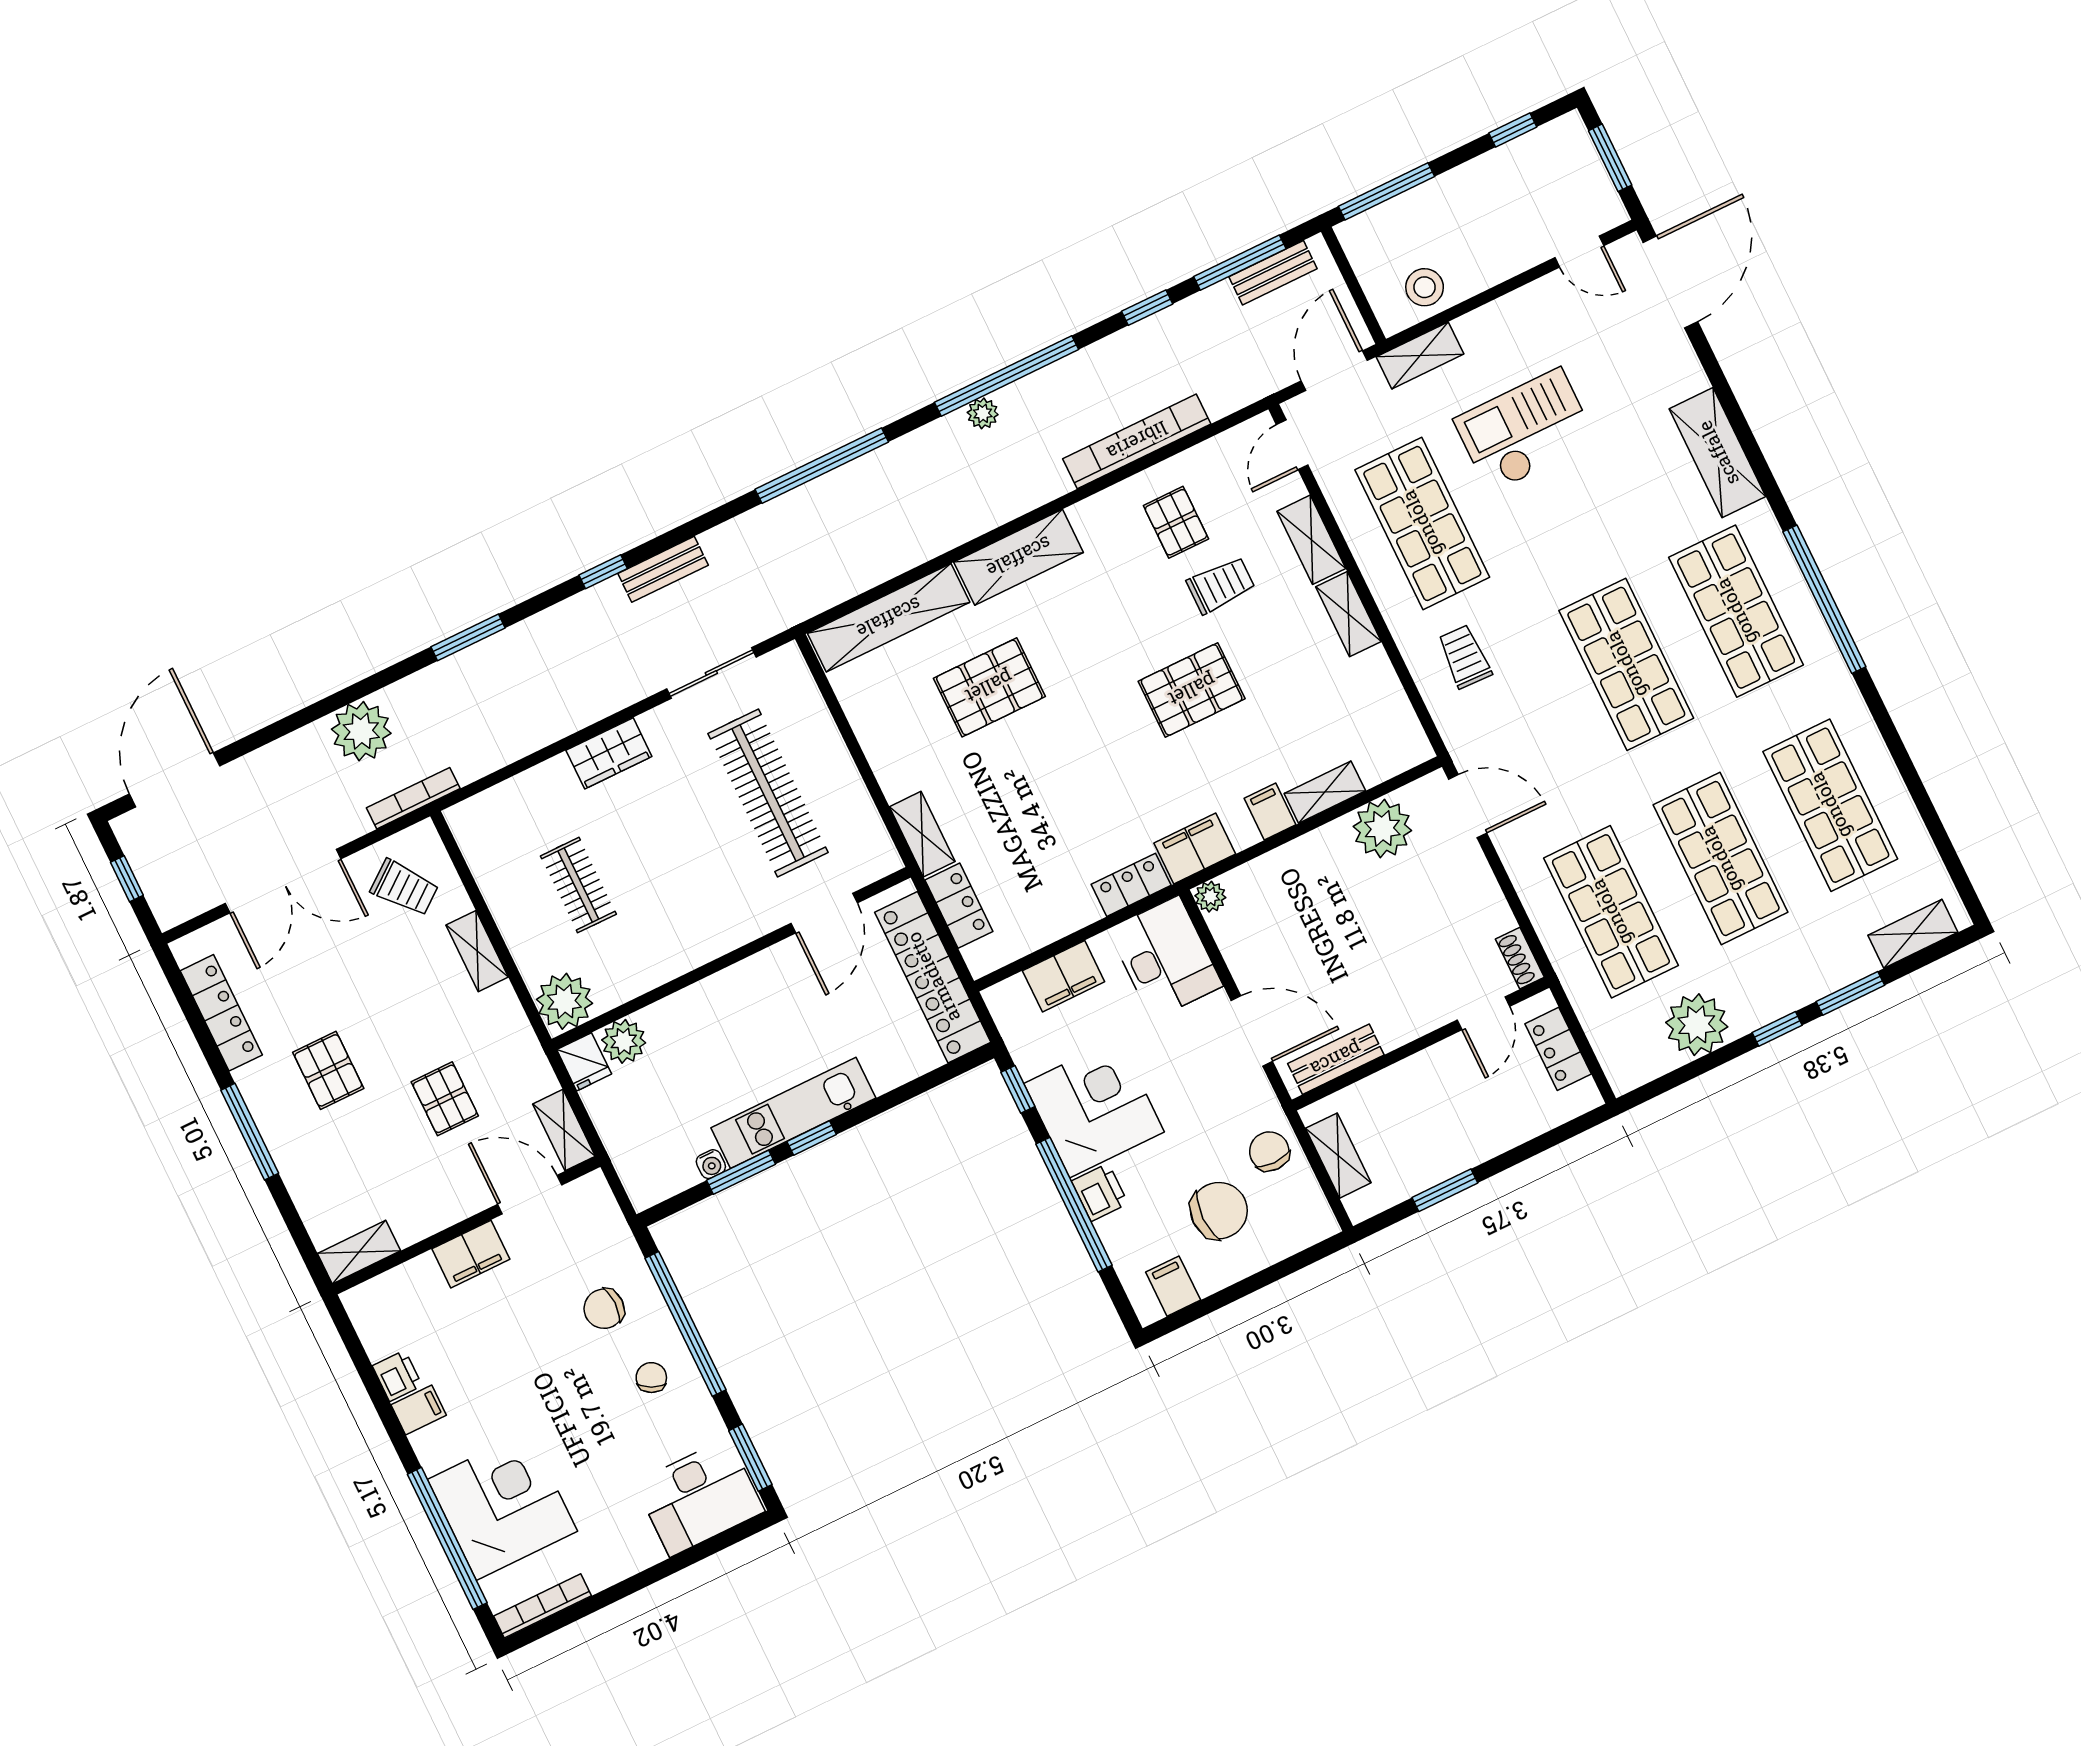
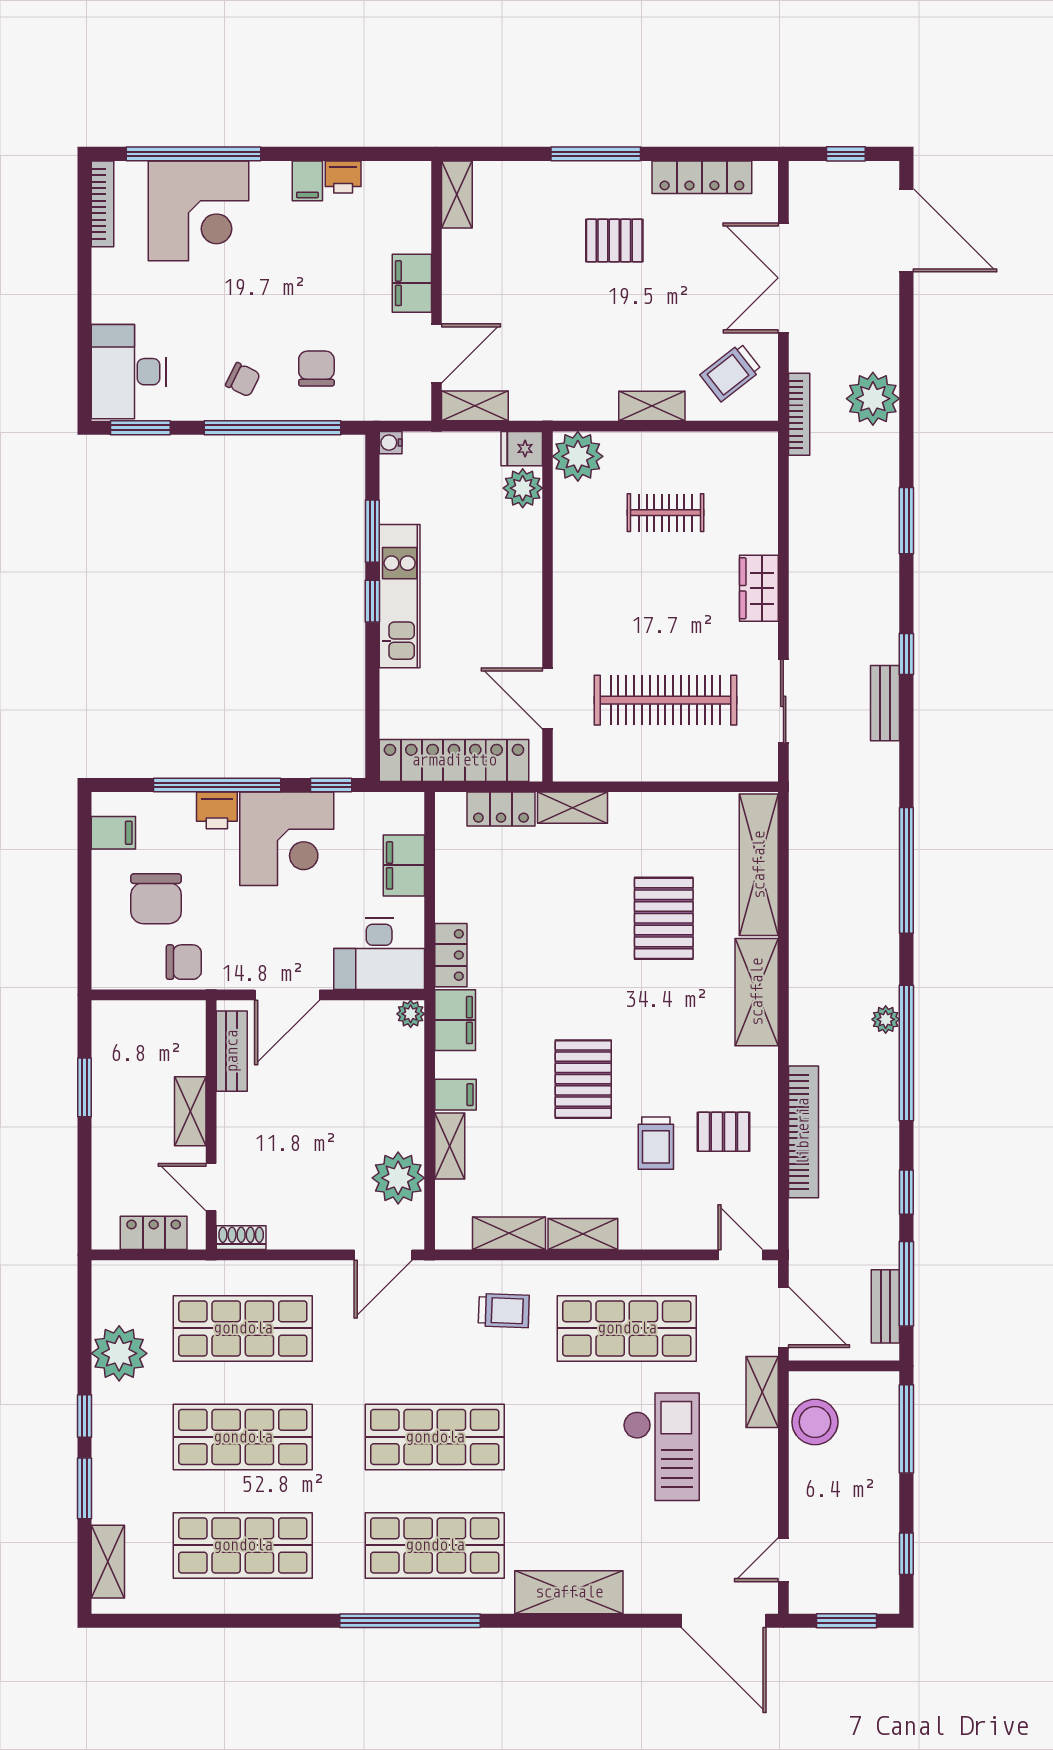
stool: (1425, 287) -> (815, 1422), width x1.38, depth x1.38
shelving: (1311, 540) -> (509, 1233), moved
pallet: (445, 1099) -> (546, 323), removed
shelving: (1338, 1156) -> (190, 1111), moved, turned 90
water cooler: (711, 1164) -> (391, 443), moved

